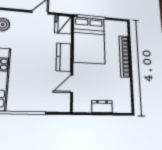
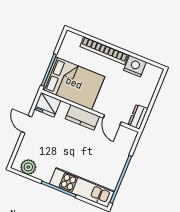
nightstand: (124, 86) -> (135, 66), added
dresser: (102, 106) -> (138, 117), moved

